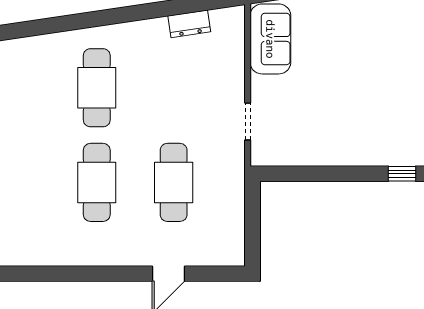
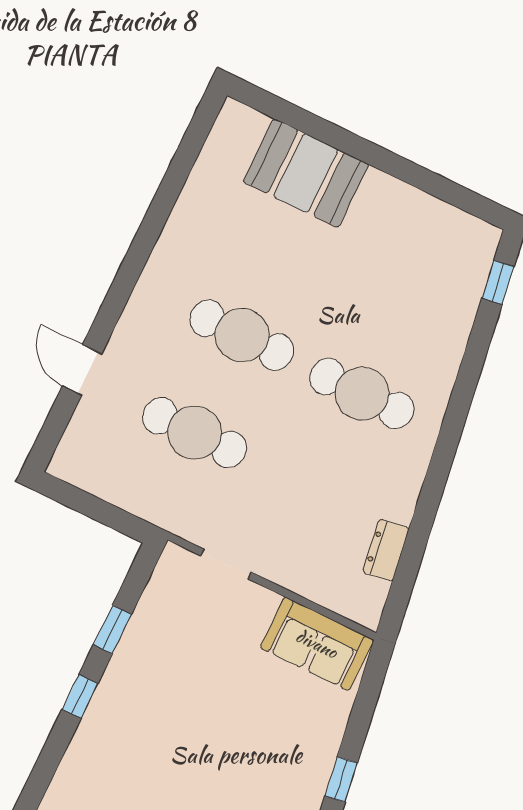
window: (325, 174) -> (112, 630), added
window: (402, 174) -> (80, 696), moved

